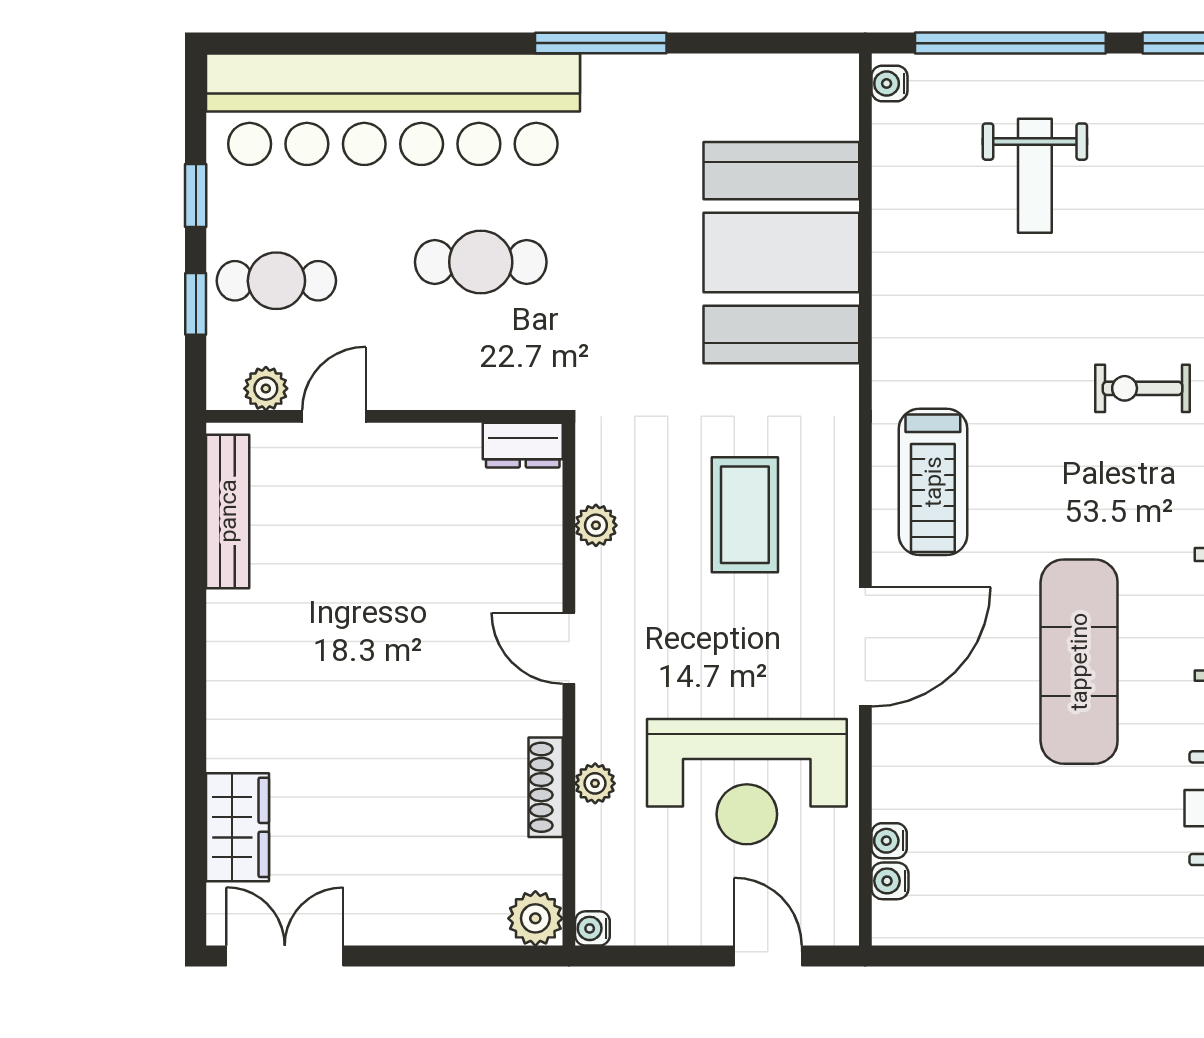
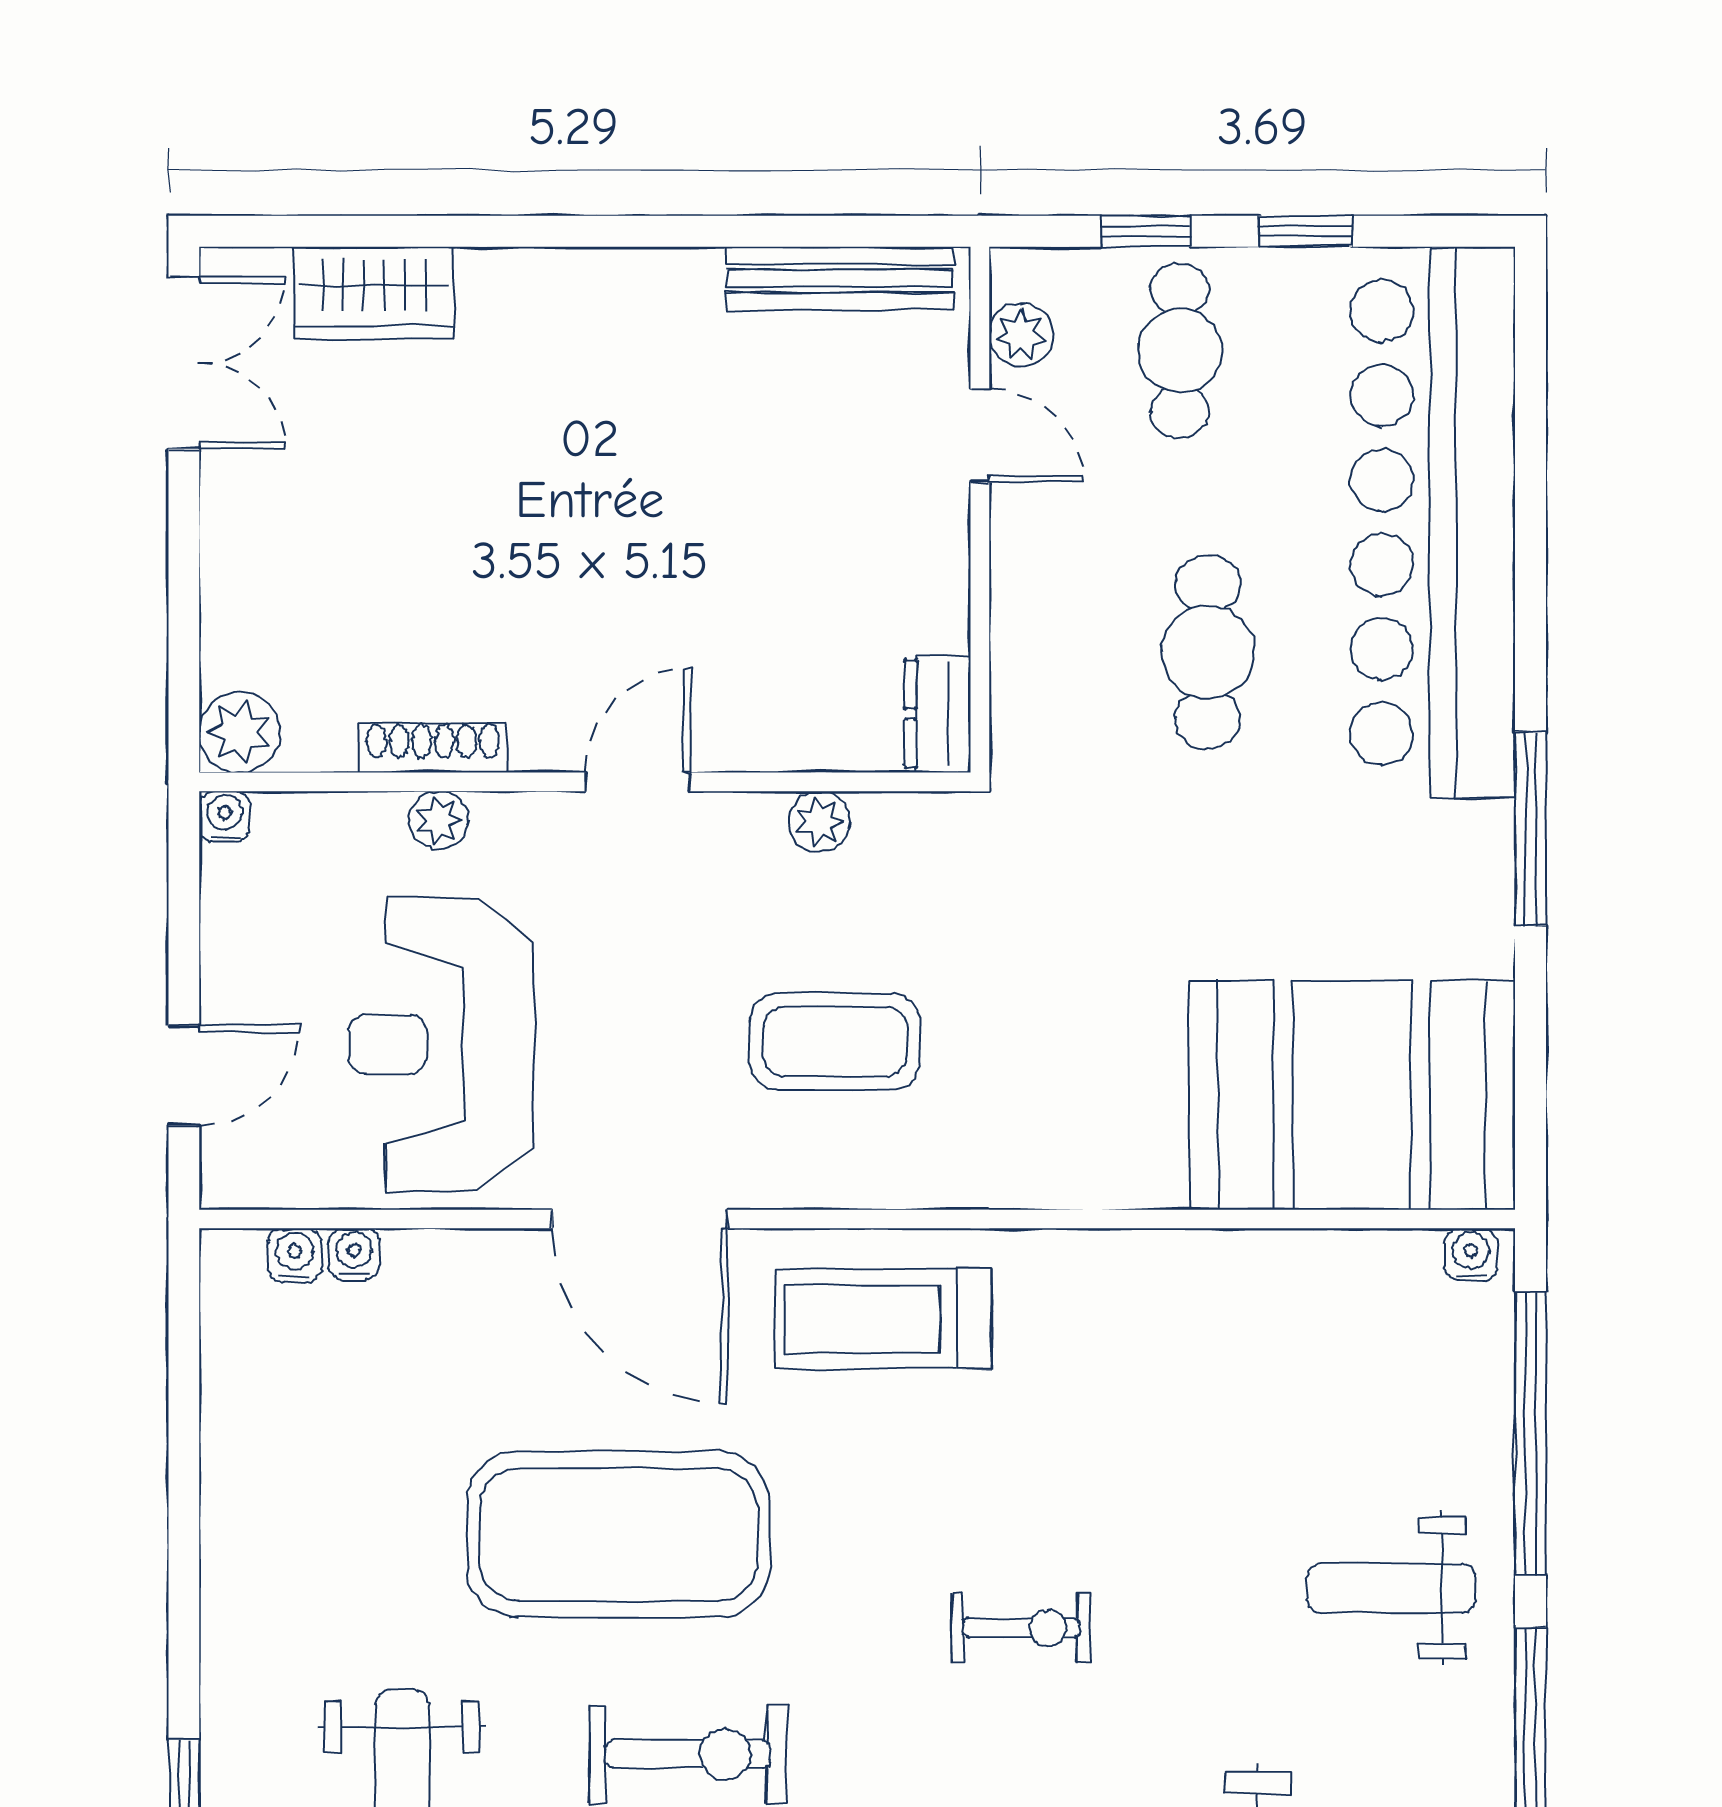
weight bench: (1035, 176) -> (1391, 1588), moved
booth: (781, 253) -> (1352, 1095), moved
exercise bike: (1142, 388) -> (1021, 1628), turned 90
exercise mat: (1079, 662) -> (618, 1534), width x1.47

